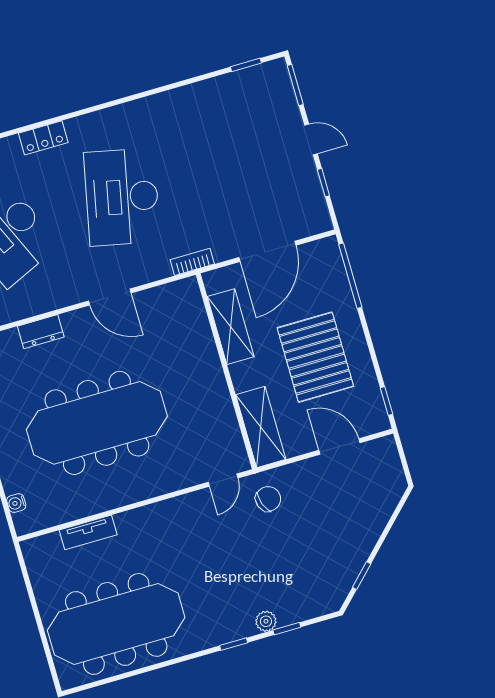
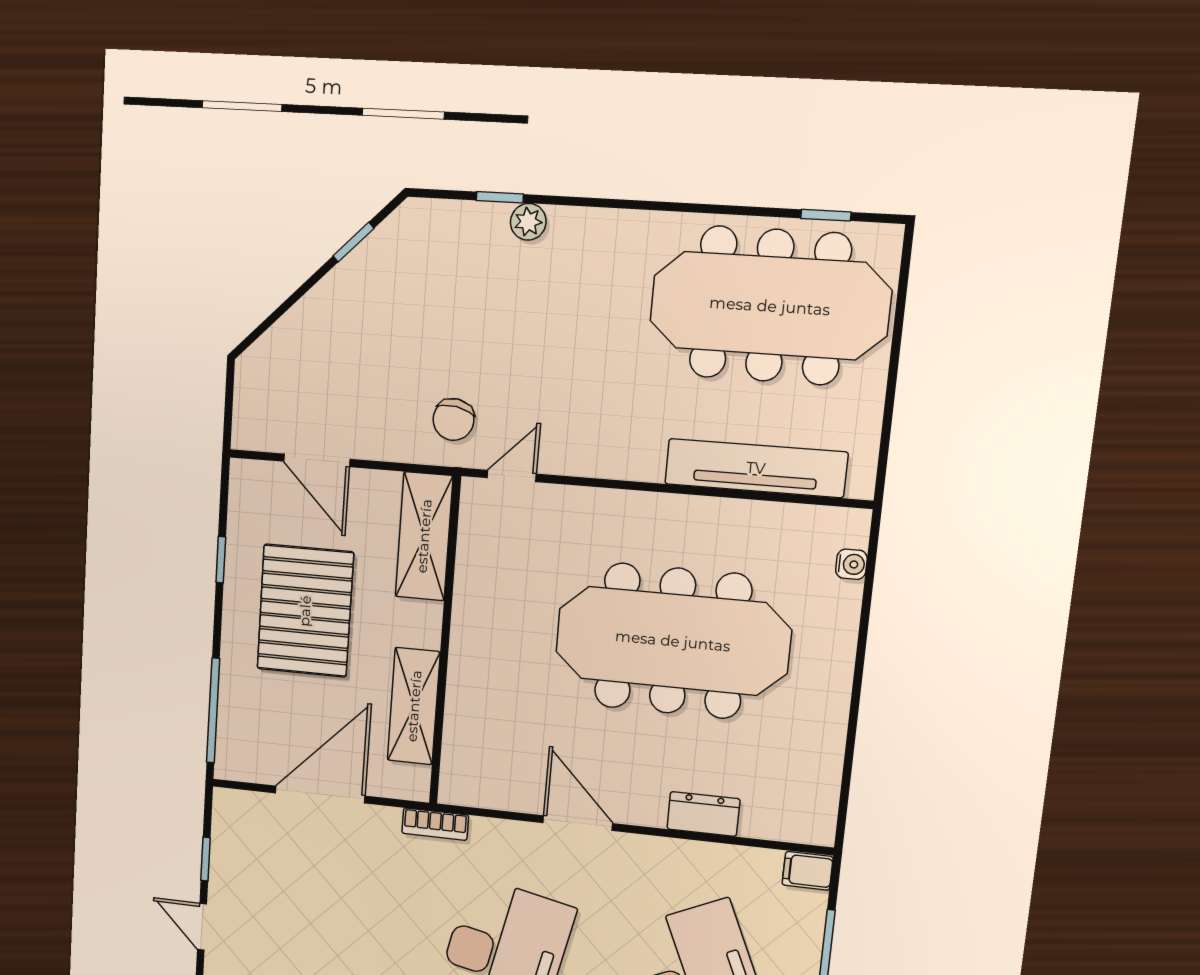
window: (386, 401) -> (221, 560), moved
chair: (268, 499) -> (454, 420), turned -60
tv unit: (88, 532) -> (756, 468), width x1.92, depth x1.29
window: (234, 644) -> (826, 215), moved

